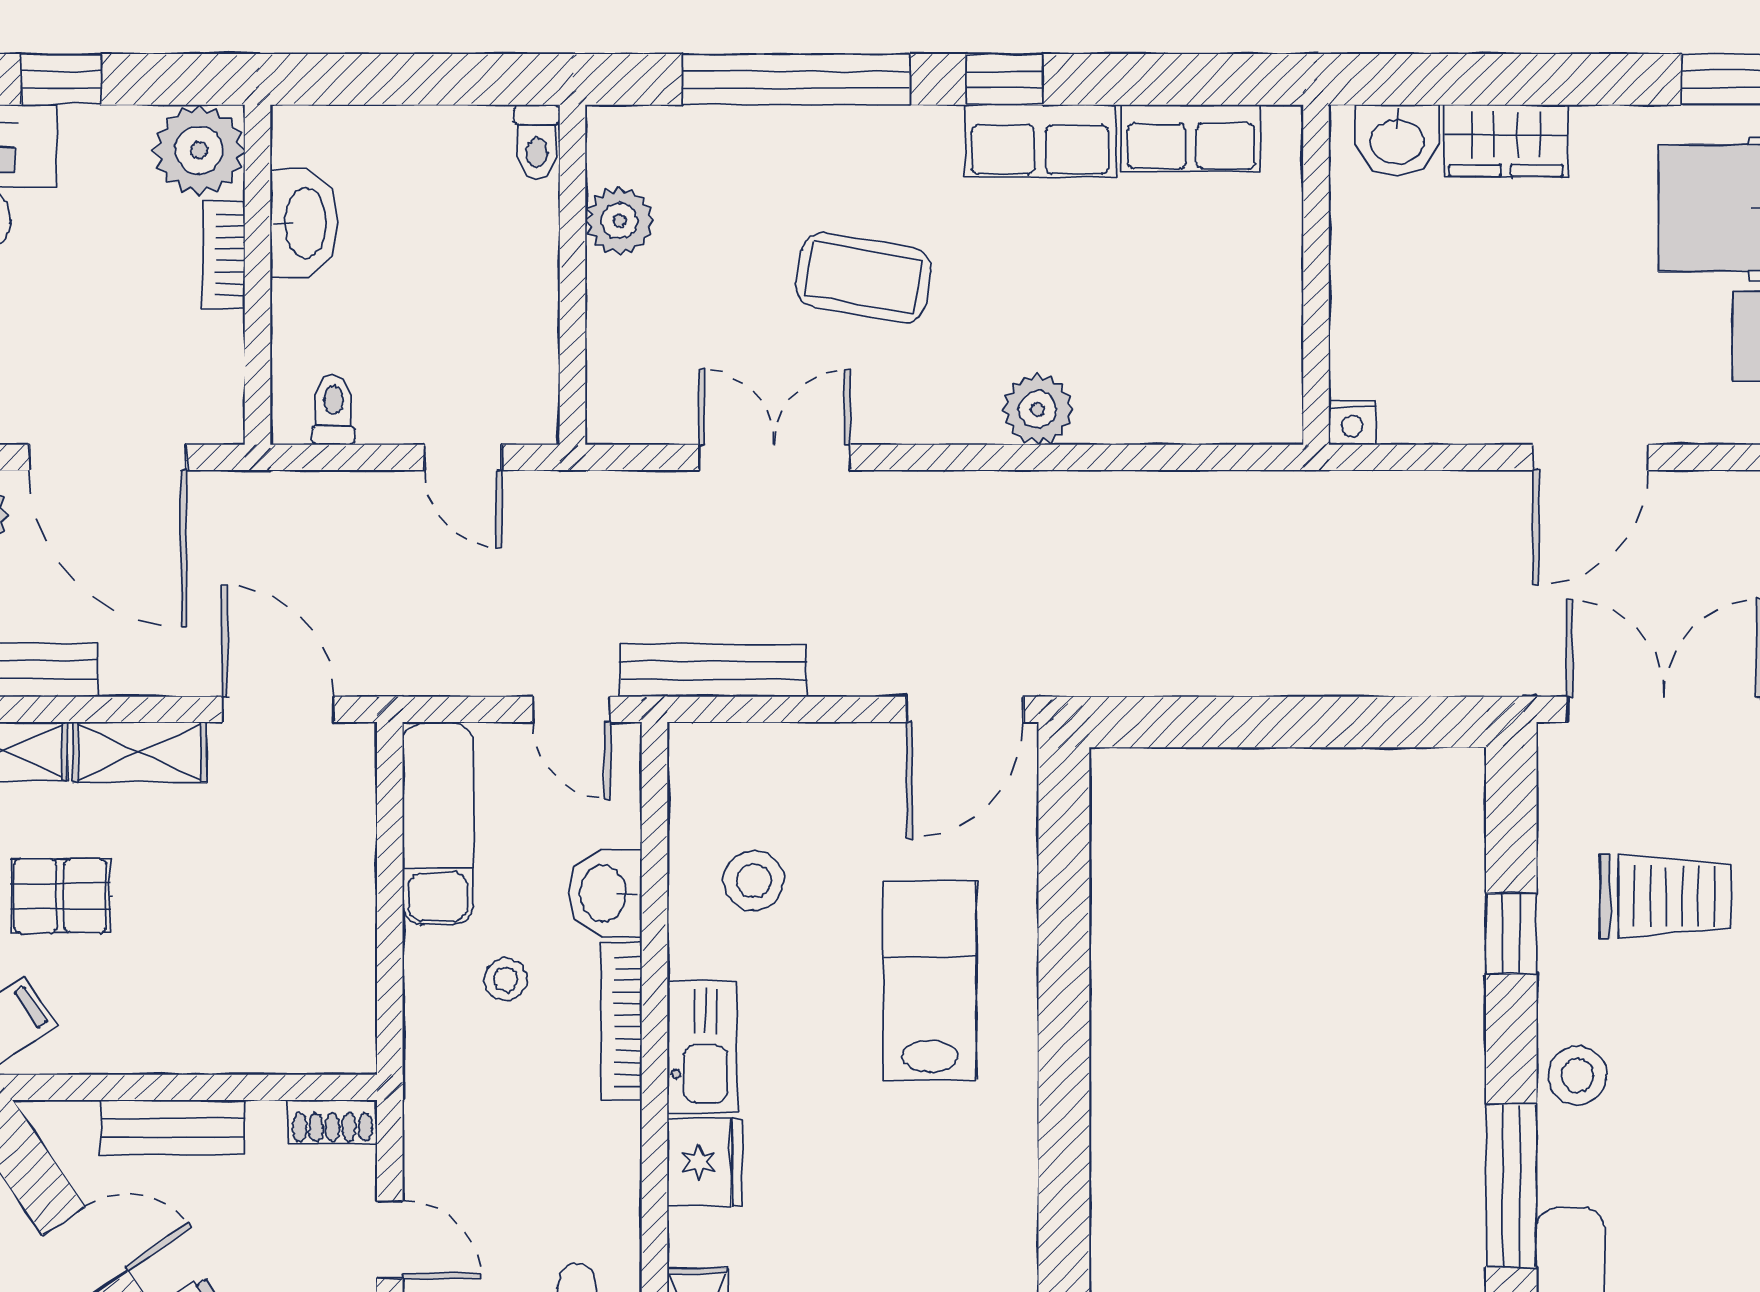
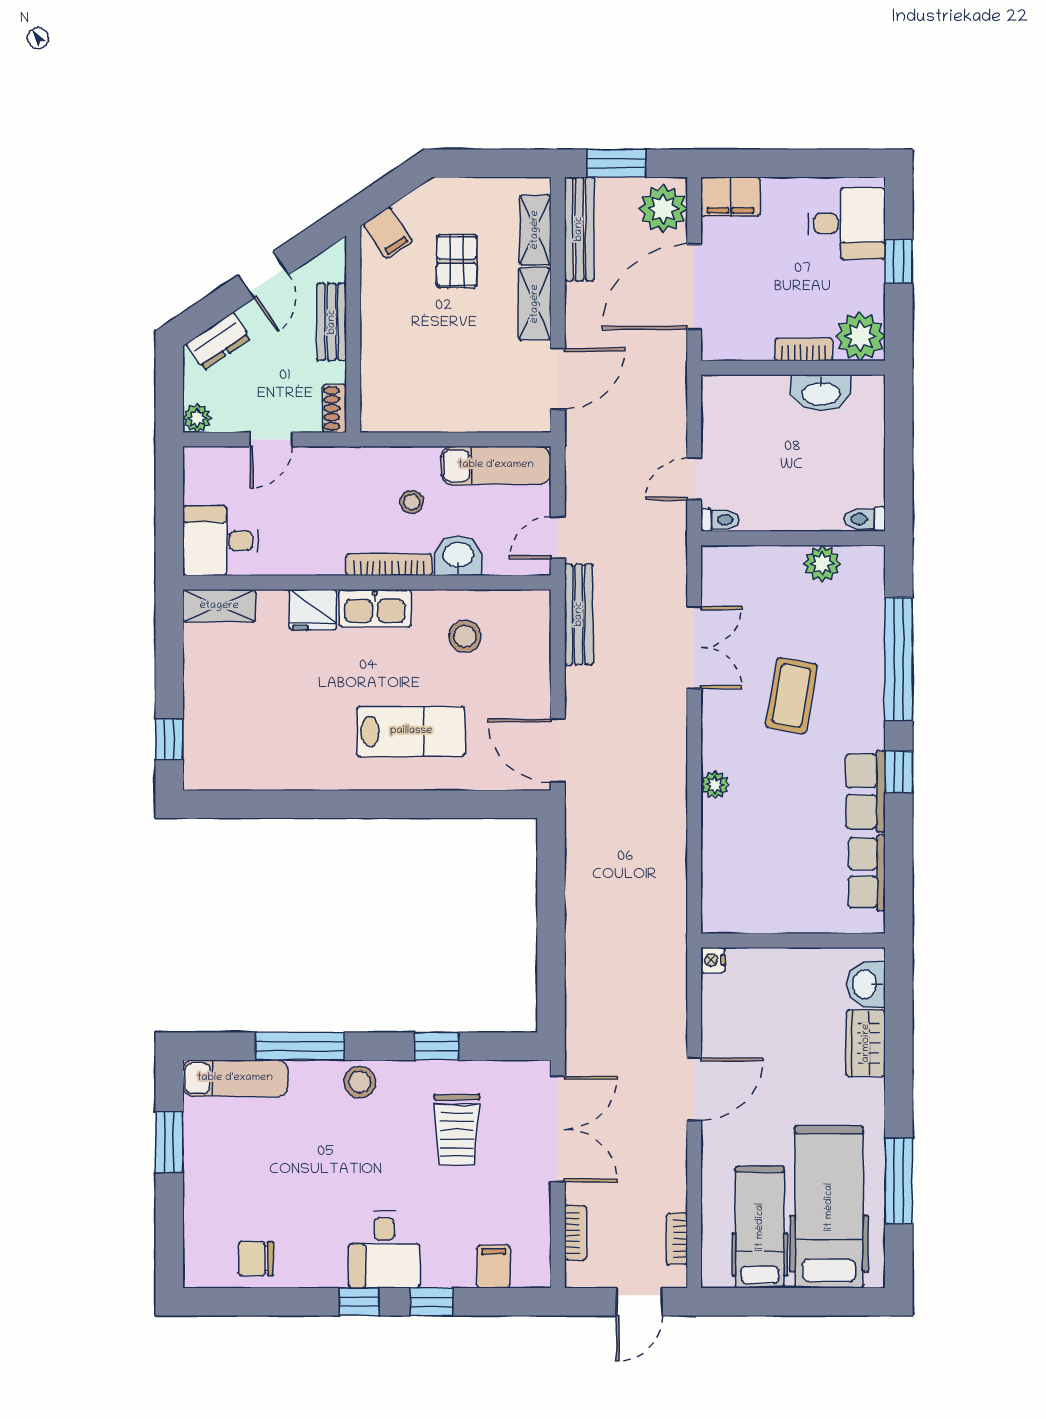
plant: (1038, 409) -> (715, 785), width x0.73, depth x0.73
toilet: (333, 410) -> (720, 520), moved
door: (1591, 457) -> (694, 1089), swing flipped

